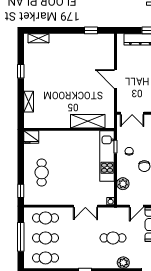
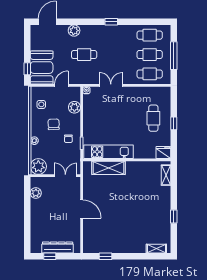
shelving: (29, 102) -> (166, 175), moved
kitchen unit: (107, 156) -> (109, 152), moved, turned -90
window: (21, 191) -> (174, 123), moved

